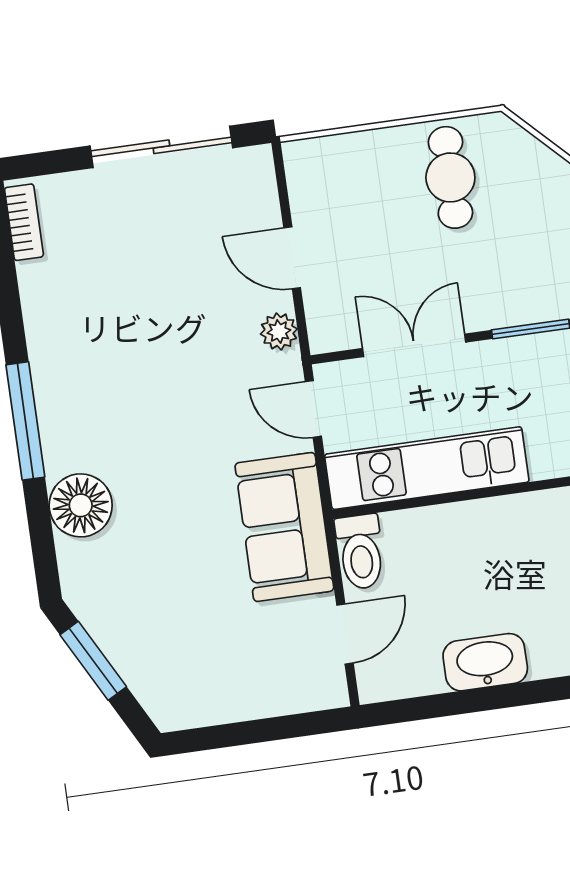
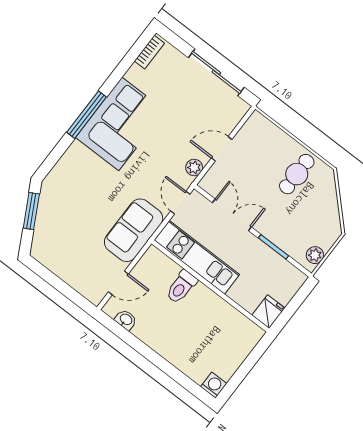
door: (292, 258) -> (222, 149), hinge flipped
corner sofa: (93, 381) -> (120, 124), added
floor lamp: (81, 505) -> (77, 159), removed
toilet: (360, 552) -> (181, 287), moved
washbasin: (485, 662) -> (126, 320), moved, width x0.52, depth x0.69

